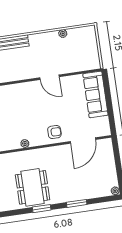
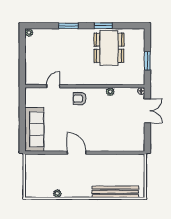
door: (83, 141) -> (53, 86), width x0.53

